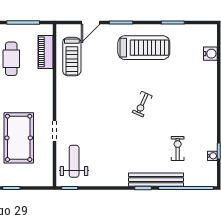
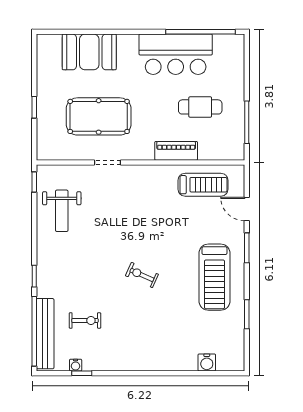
piano: (45, 52) -> (176, 151), moved
treadmill: (72, 57) -> (203, 185), turned 180
weight bench: (74, 161) -> (62, 211), moved, turned 90
bench: (156, 180) -> (45, 334), moved

